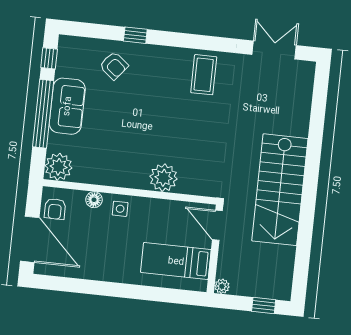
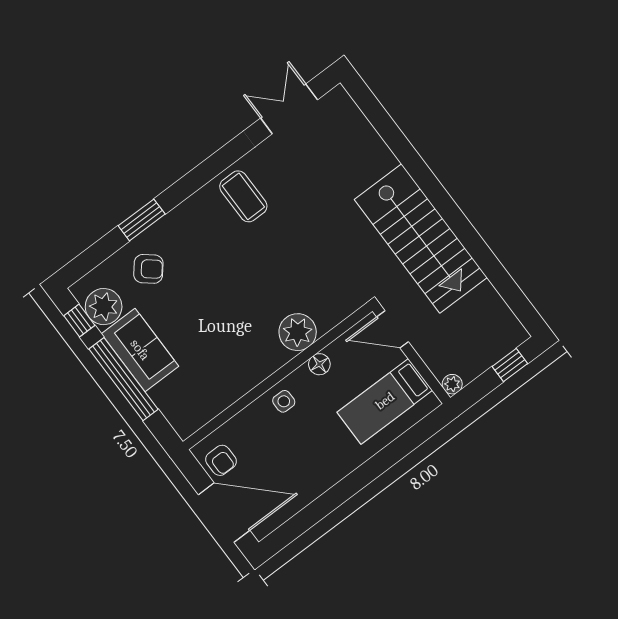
window: (135, 35) -> (142, 220), width x1.50
plant: (59, 167) -> (104, 307), moved
floor lamp: (94, 200) -> (319, 364), moved

